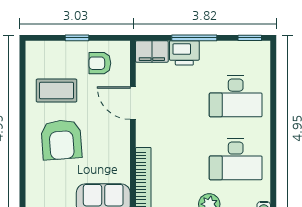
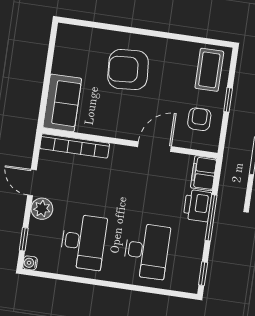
coffee table: (57, 91) -> (209, 70), moved
desk: (236, 96) -> (146, 251), turned 180
desk: (236, 159) -> (83, 242), turned 180

